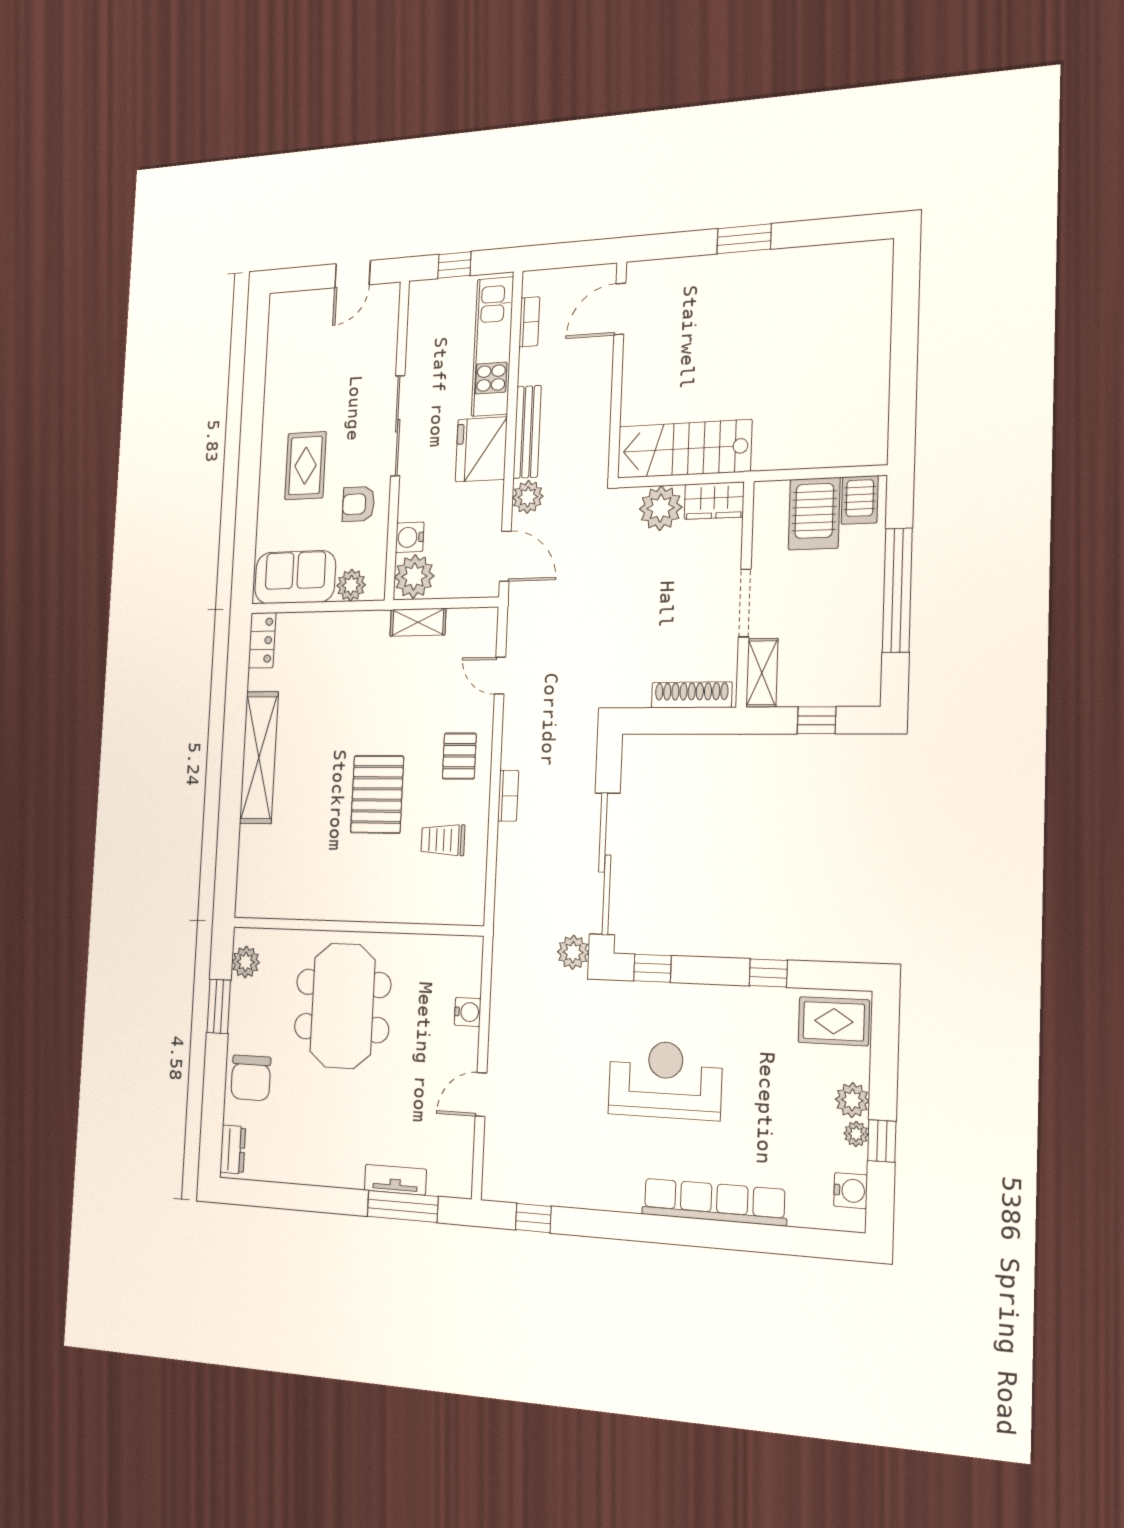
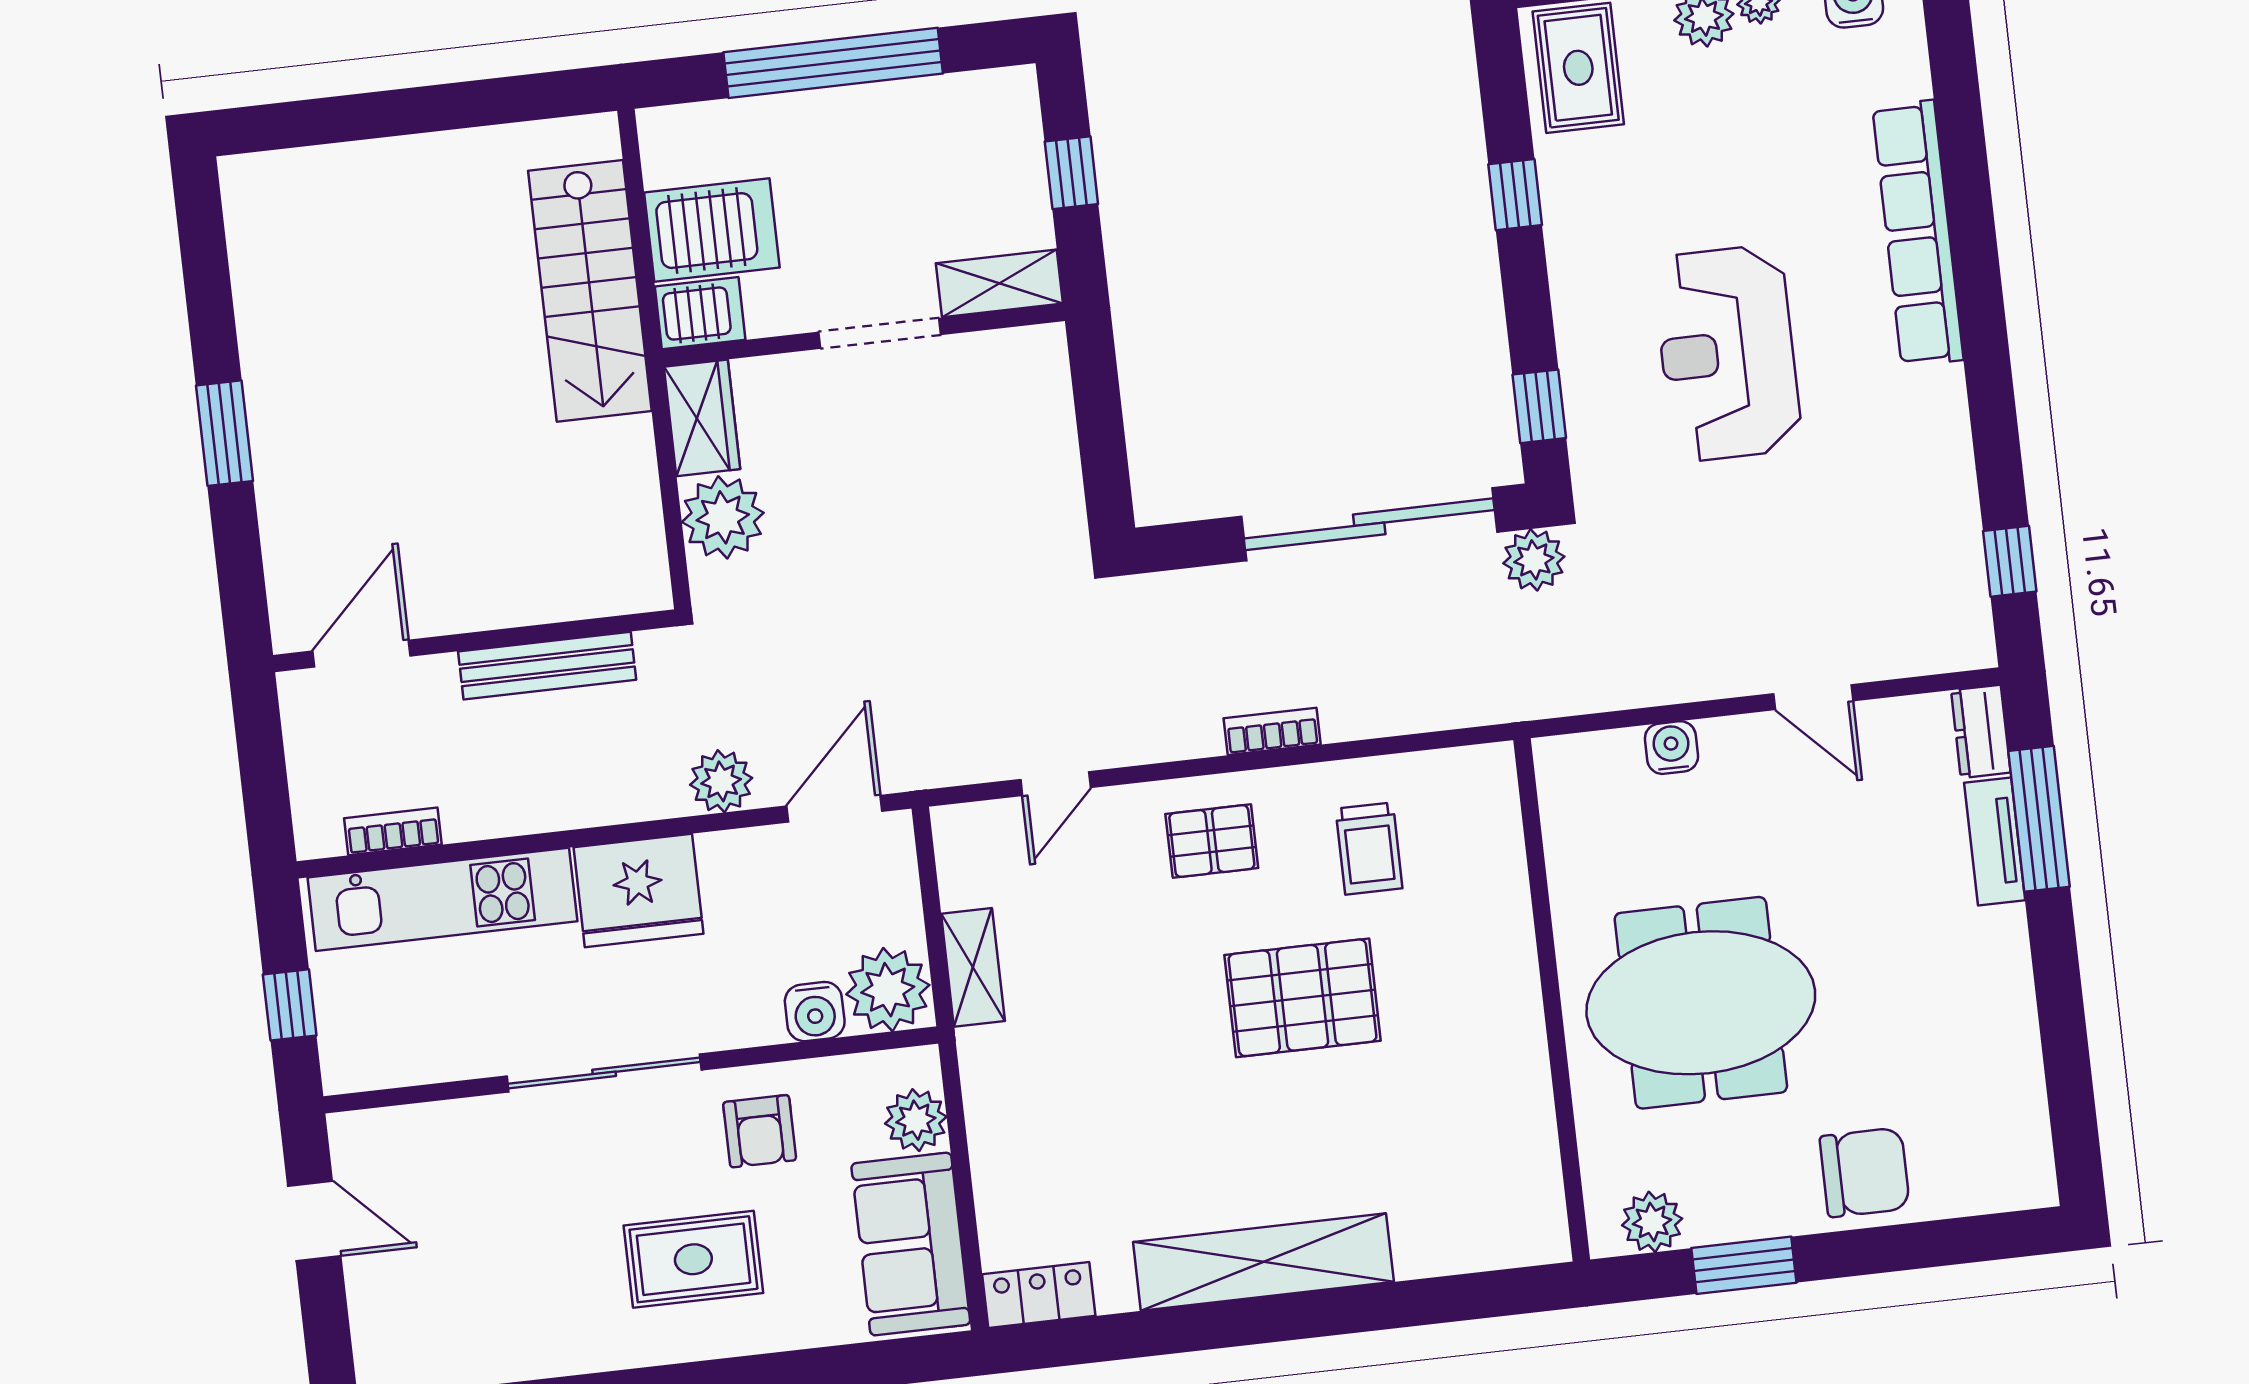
door: (620, 309) -> (361, 654), swing flipped
bench: (527, 432) -> (547, 666), moved
stairs: (684, 449) -> (590, 291), moved
server rack: (860, 500) -> (700, 313), moved
shoe rack: (692, 695) -> (1052, 407), removed
dresser: (233, 1149) -> (1981, 731), moved, turned -90

